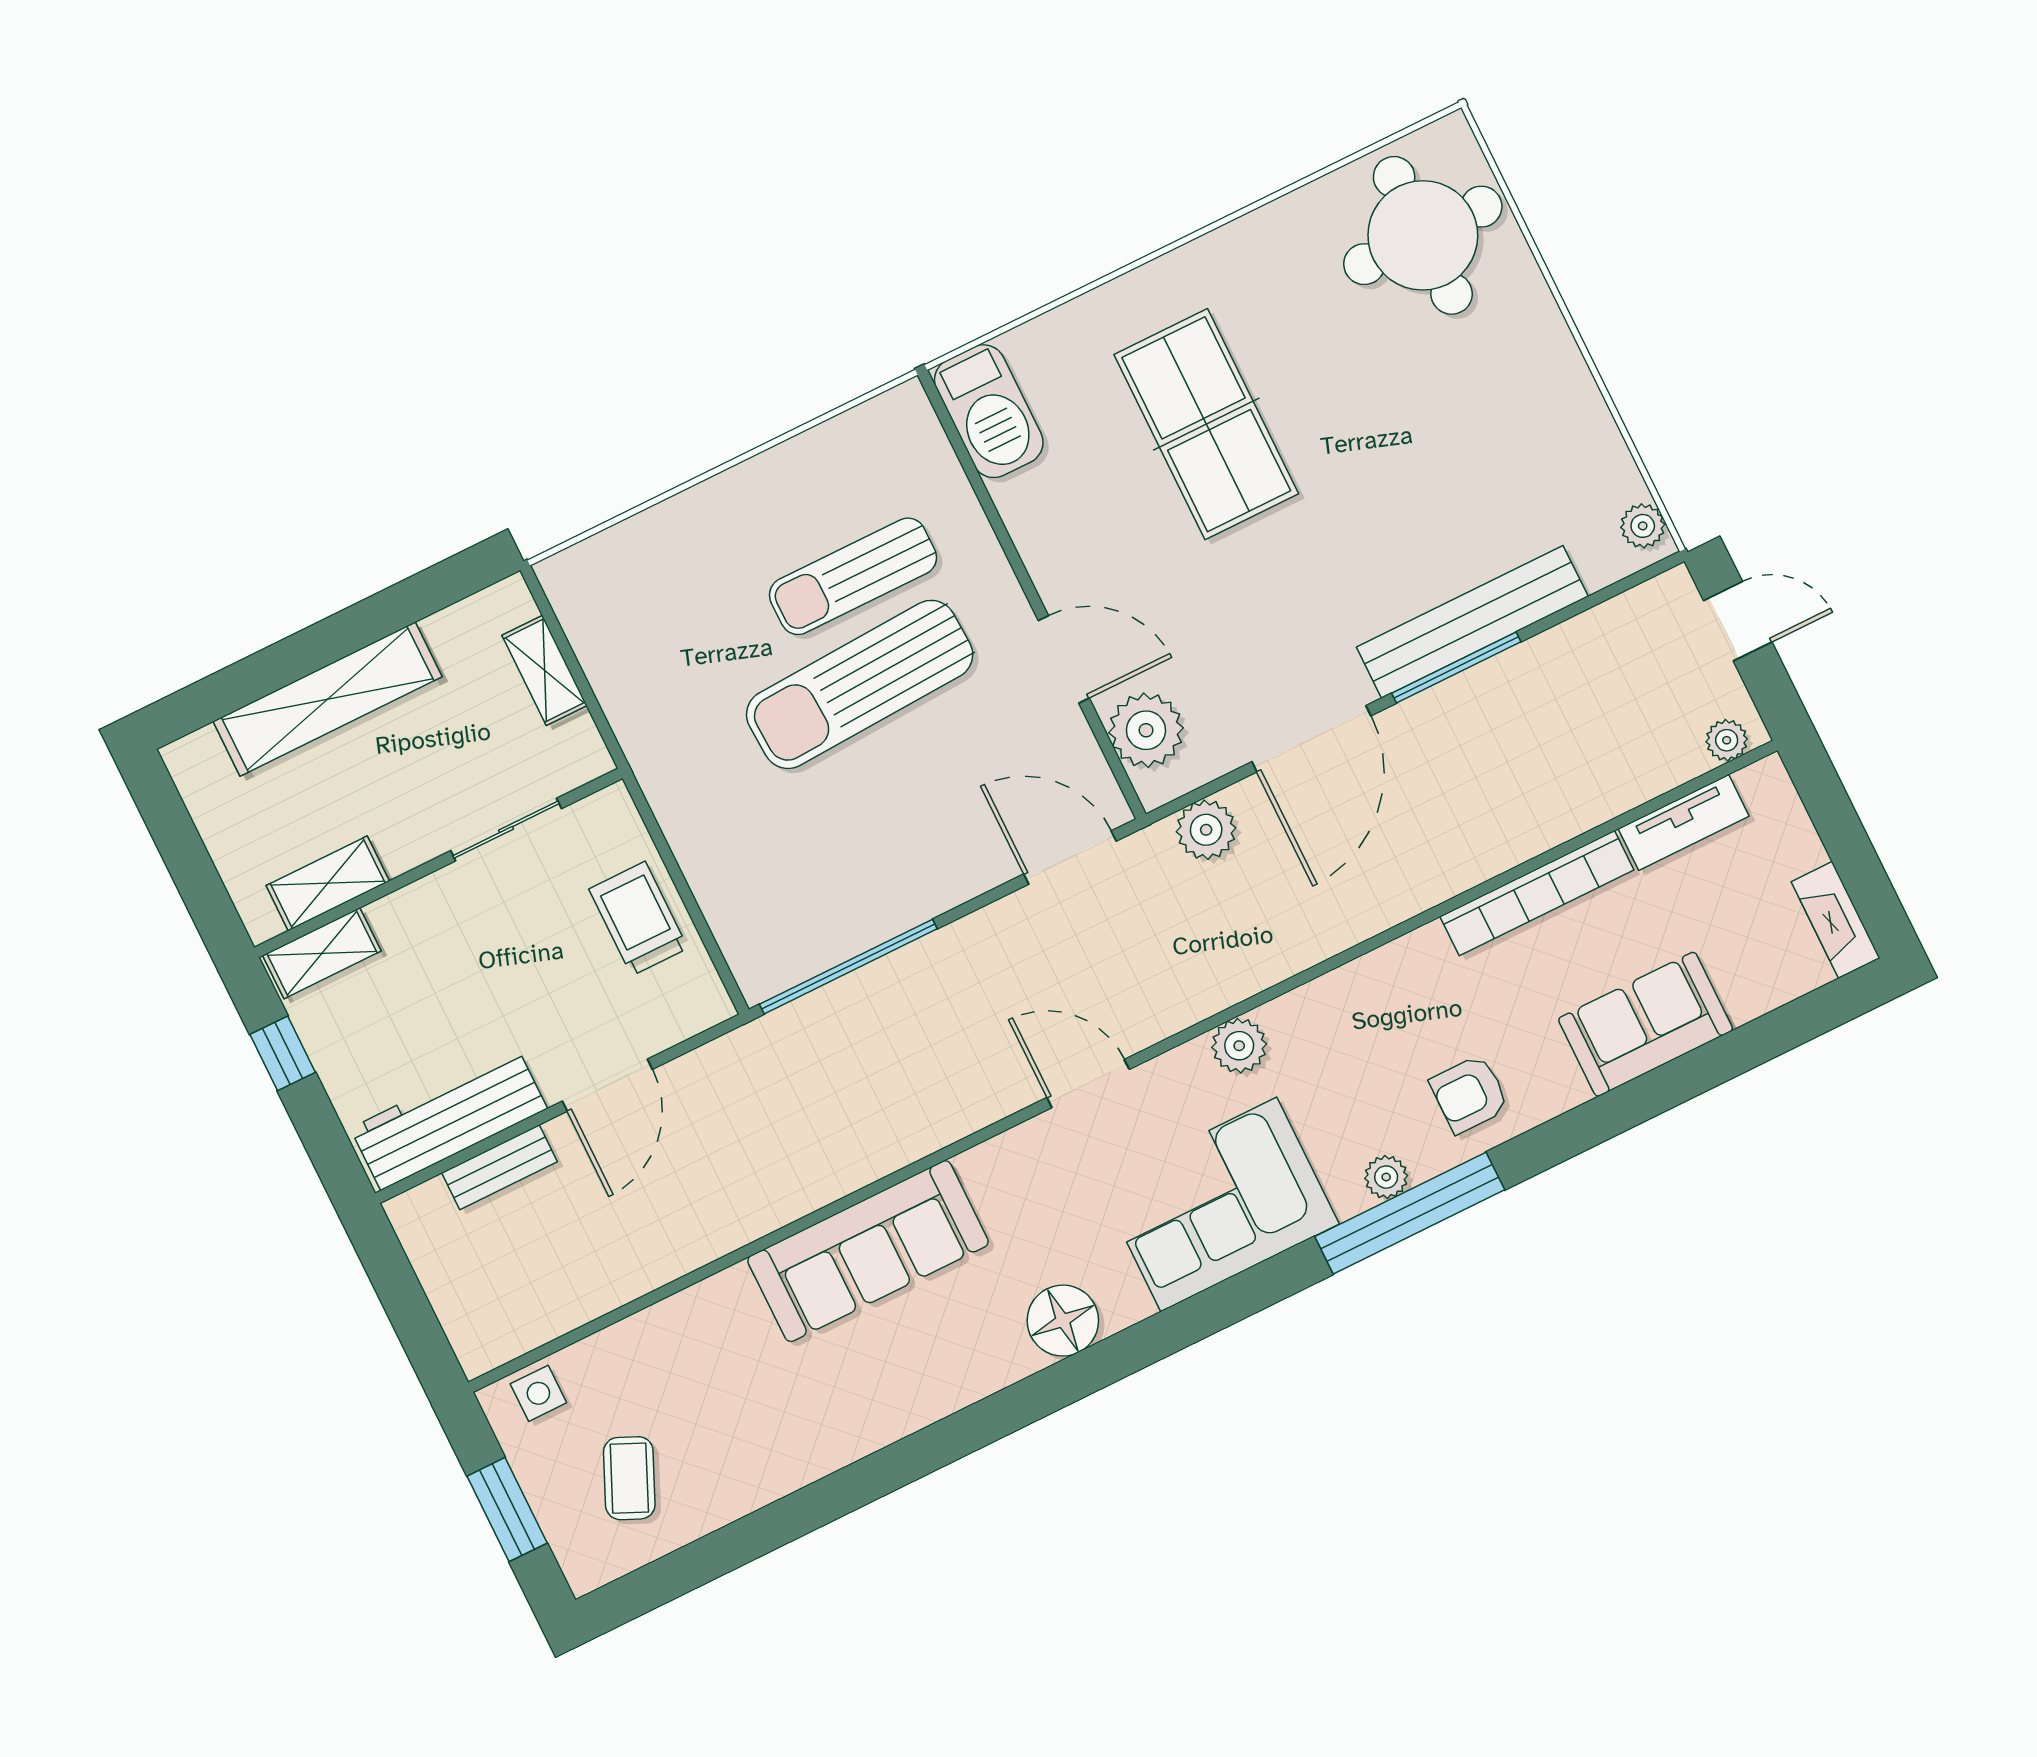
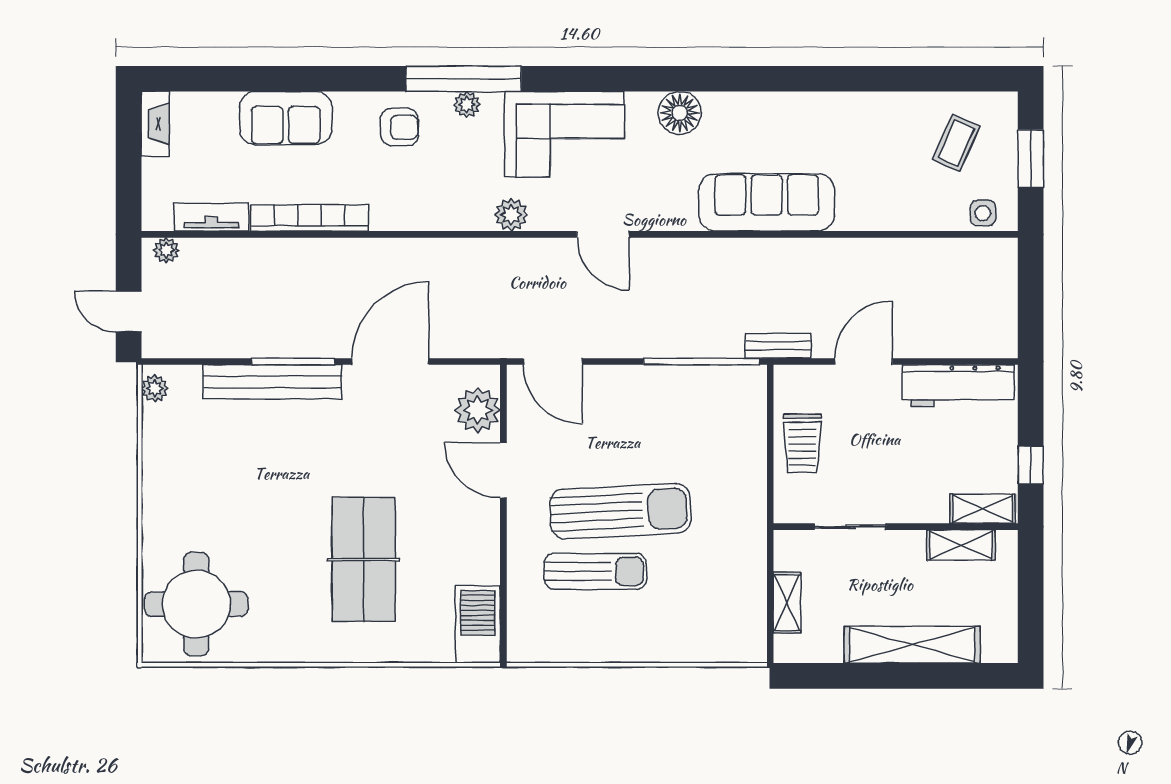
plant: (1206, 830) -> (472, 340), removed
bench: (500, 1167) -> (778, 346), moved

